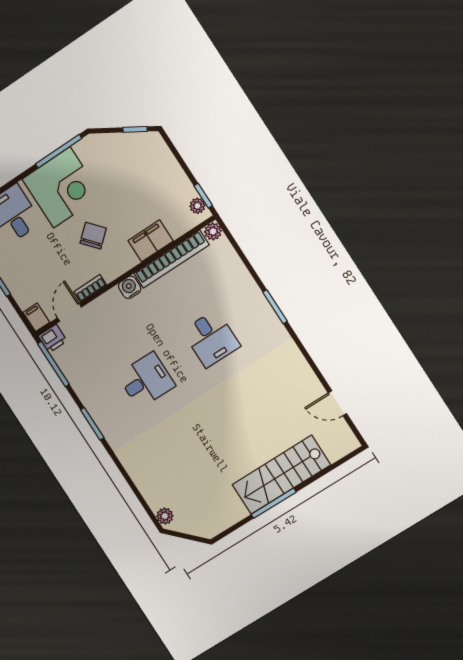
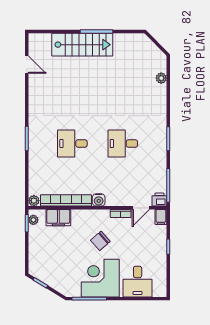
filing cabinet: (151, 241) -> (58, 218), moved
desk: (211, 338) -> (72, 144), turned -90
plant: (165, 516) -> (161, 78), moved

